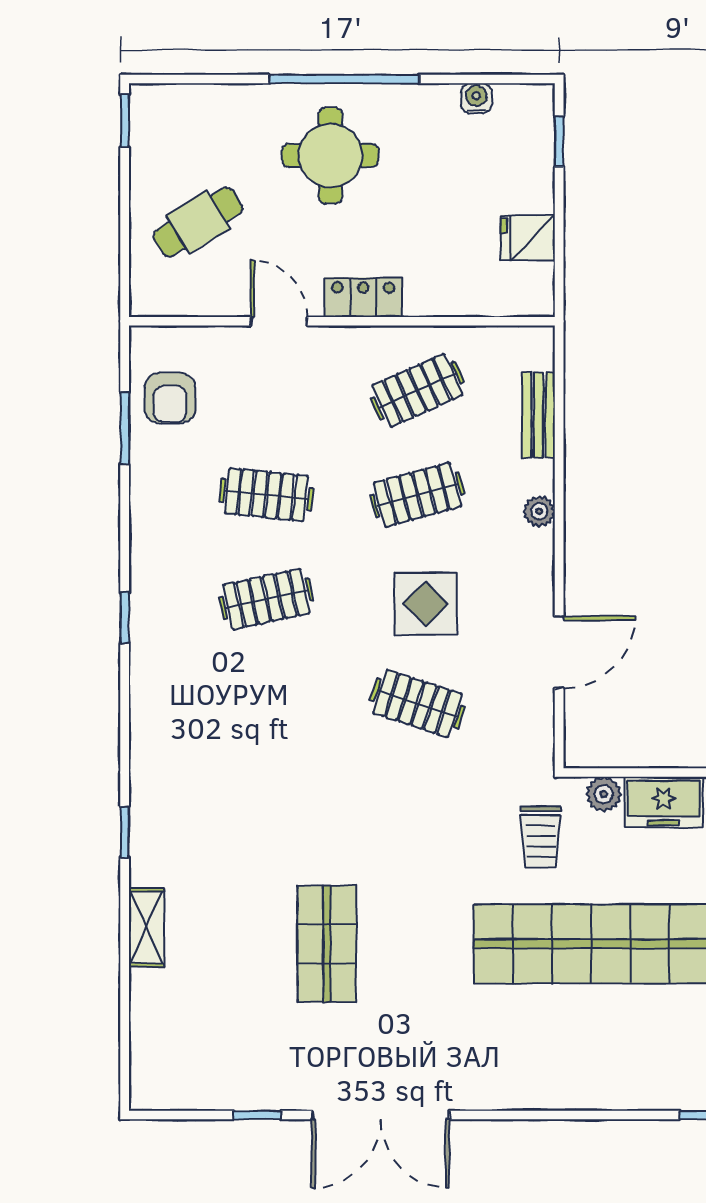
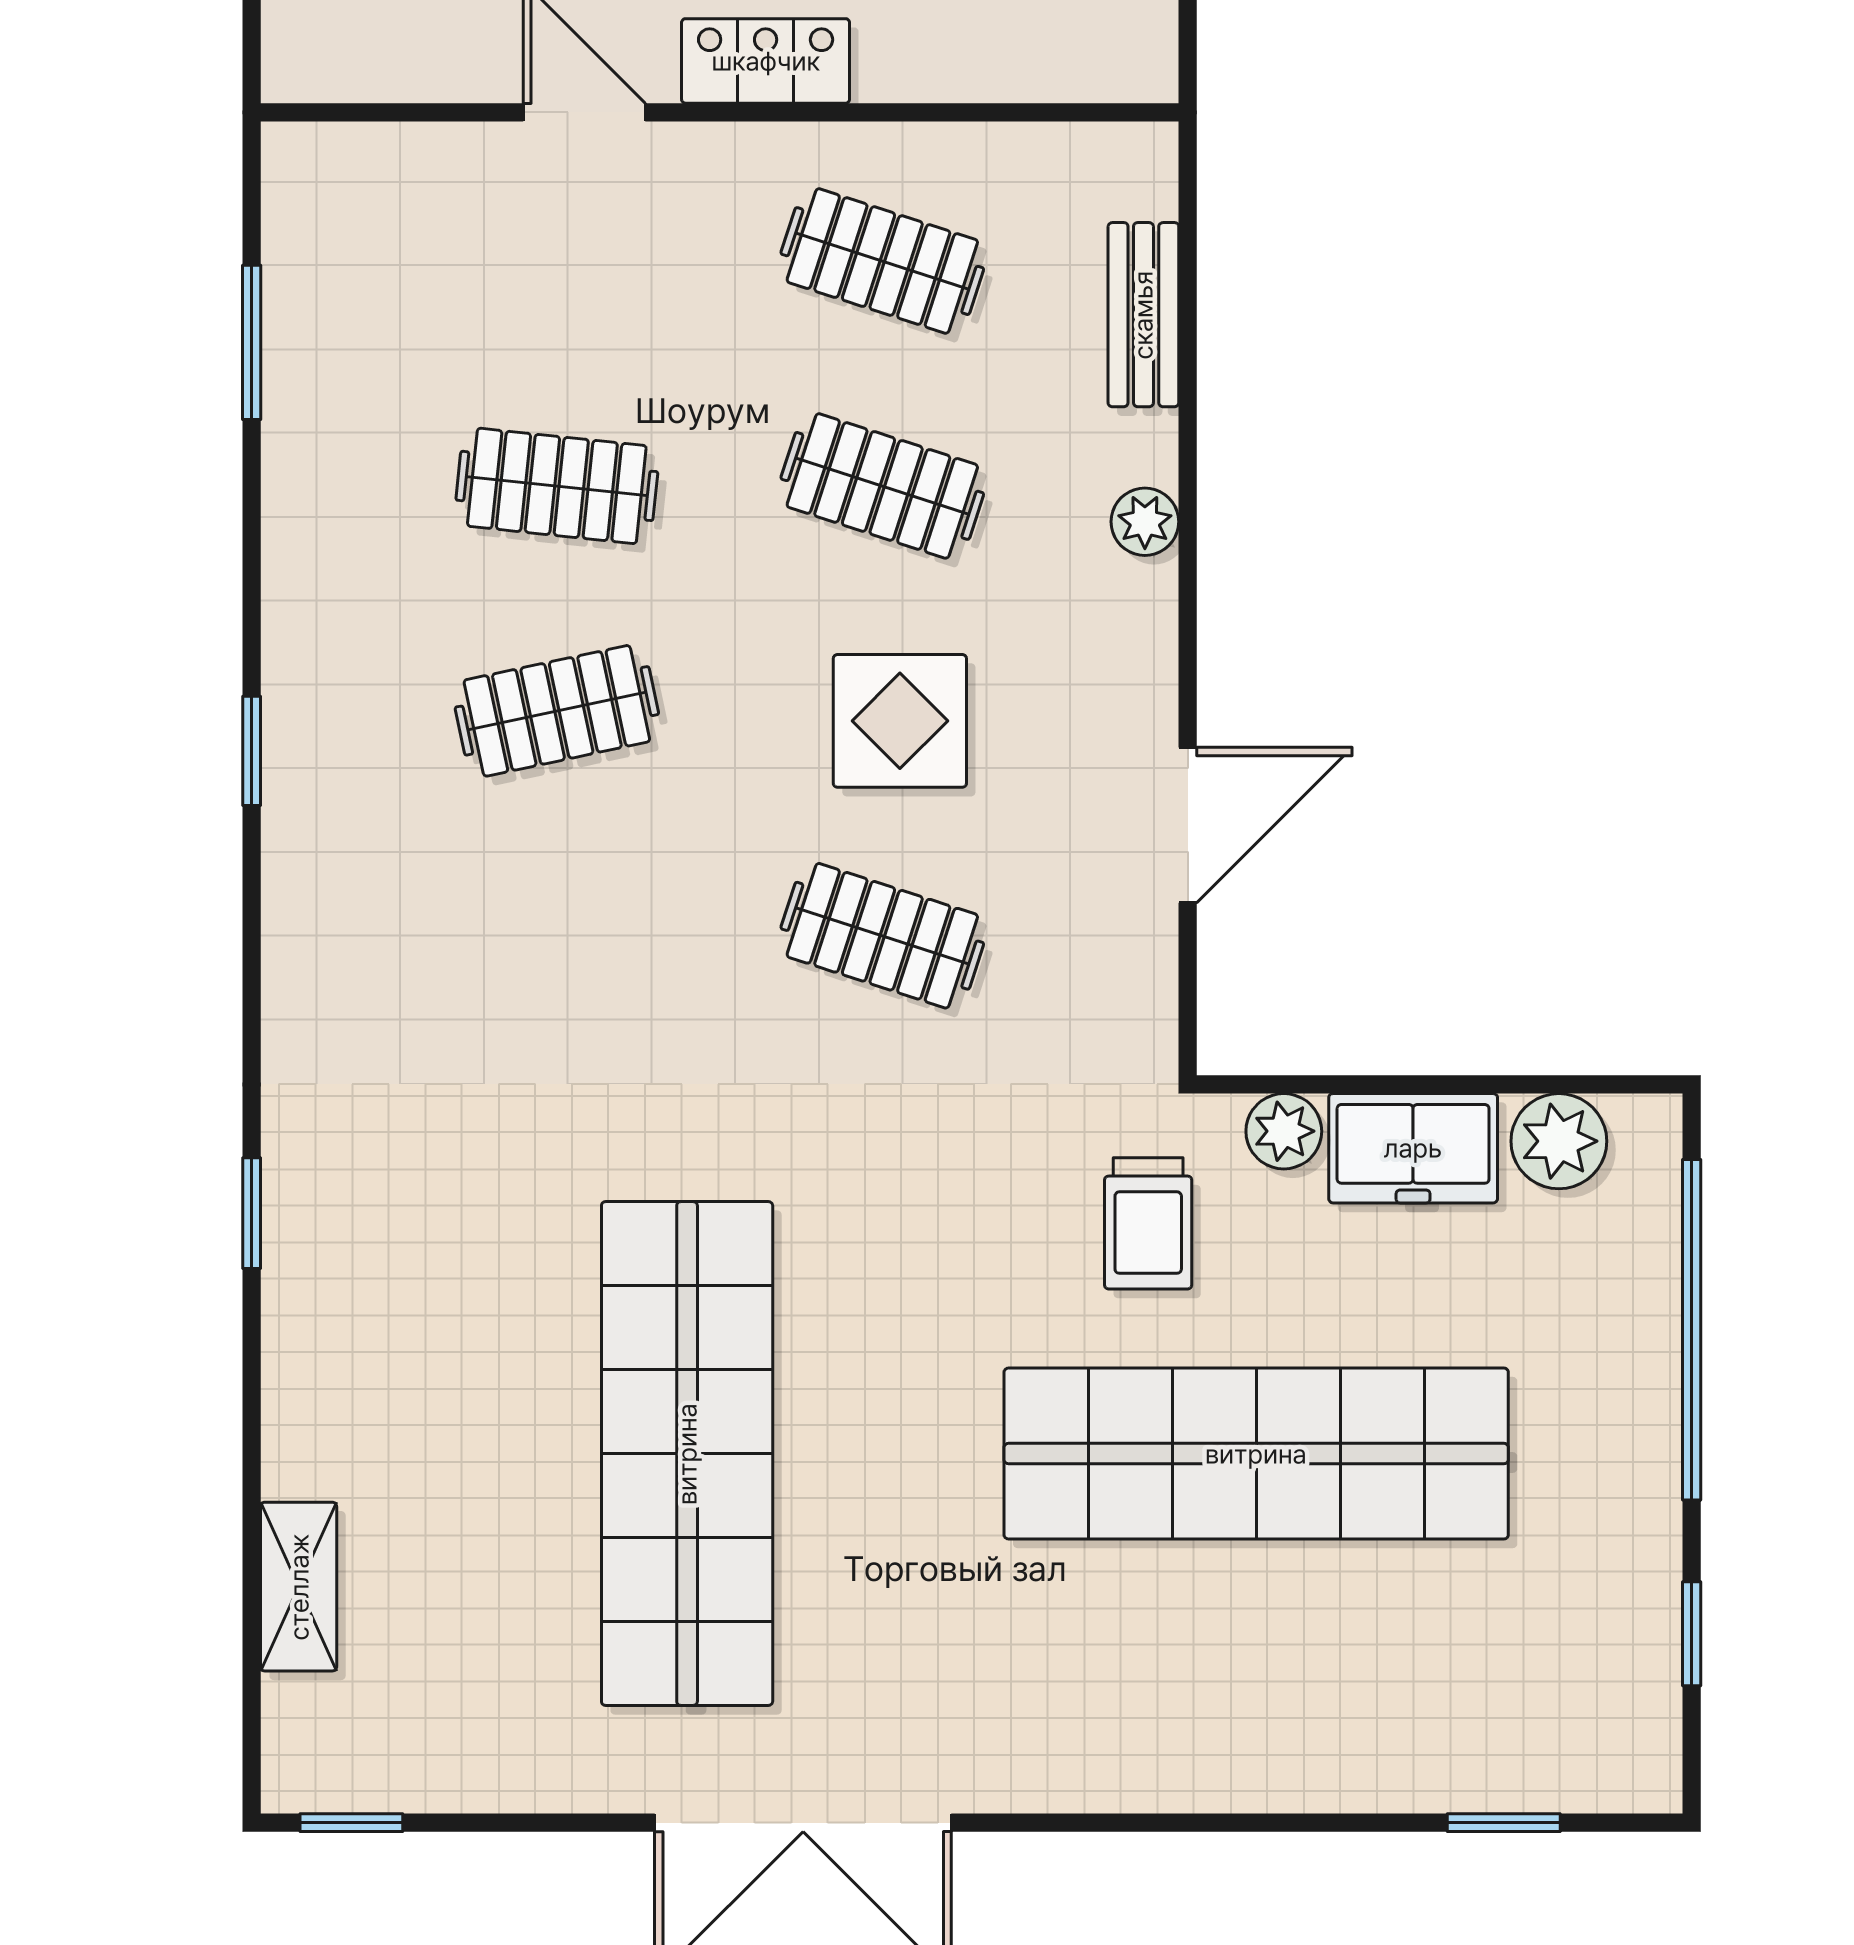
clothes rail: (417, 390) -> (882, 261), turned 42
armchair: (170, 398) -> (349, 278), removed
clothes rail: (417, 495) -> (882, 486), turned 33
shelving: (146, 927) -> (299, 1587), moved
shop shelf: (327, 944) -> (687, 1454), width x2.00, depth x1.36
window: (257, 1115) -> (351, 1823), moved

